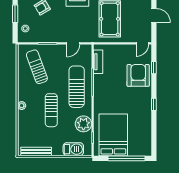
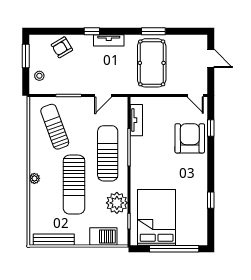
door: (142, 43) -> (195, 95), hinge flipped
window: (154, 104) -> (211, 200), moved
sun lounger: (51, 110) -> (74, 185), width x1.36, depth x1.34

